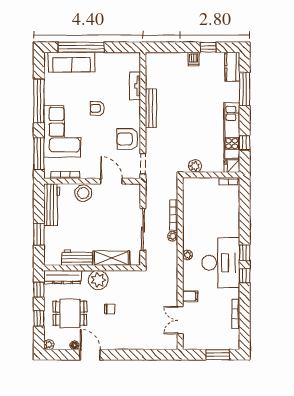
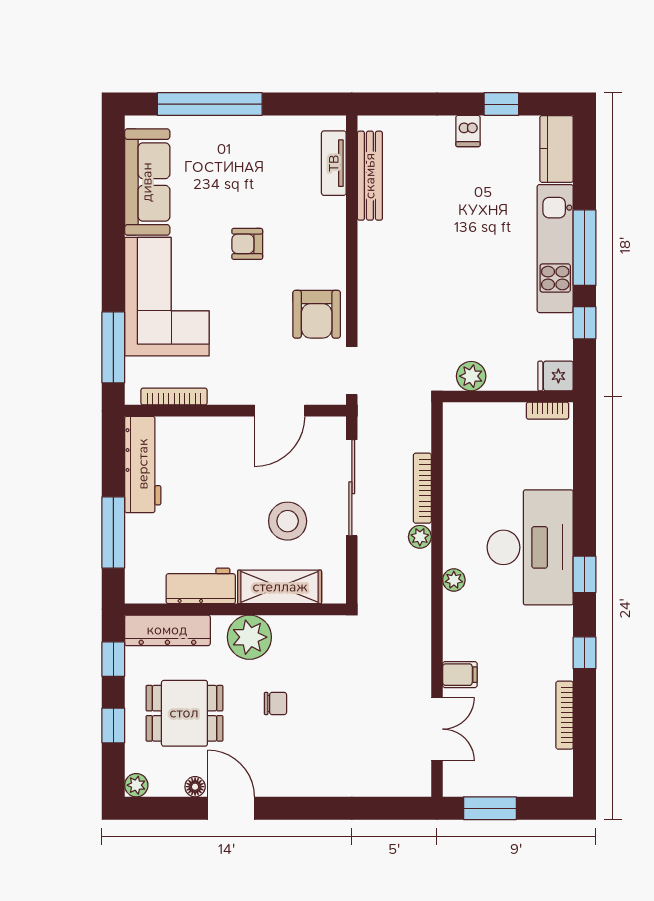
sofa: (72, 62) -> (147, 182), moved, turned -90
tv unit: (135, 86) -> (334, 163), moved
window: (245, 89) -> (585, 248), moved
window: (39, 101) -> (113, 227), removed
bench: (151, 108) -> (370, 176), moved
kitchen unit: (232, 131) -> (555, 249), moved
armchair: (128, 139) -> (317, 314), turned -90
door: (111, 181) -> (280, 411), swing flipped
stool: (83, 193) -> (288, 521), moved
sliding door: (143, 230) -> (352, 488), moved
window: (39, 234) -> (113, 532), width x1.44
desk: (221, 263) -> (530, 547), moved
window: (245, 276) -> (585, 653), moved
double door: (180, 320) -> (437, 729), swing flipped
window: (218, 355) -> (490, 808), moved

